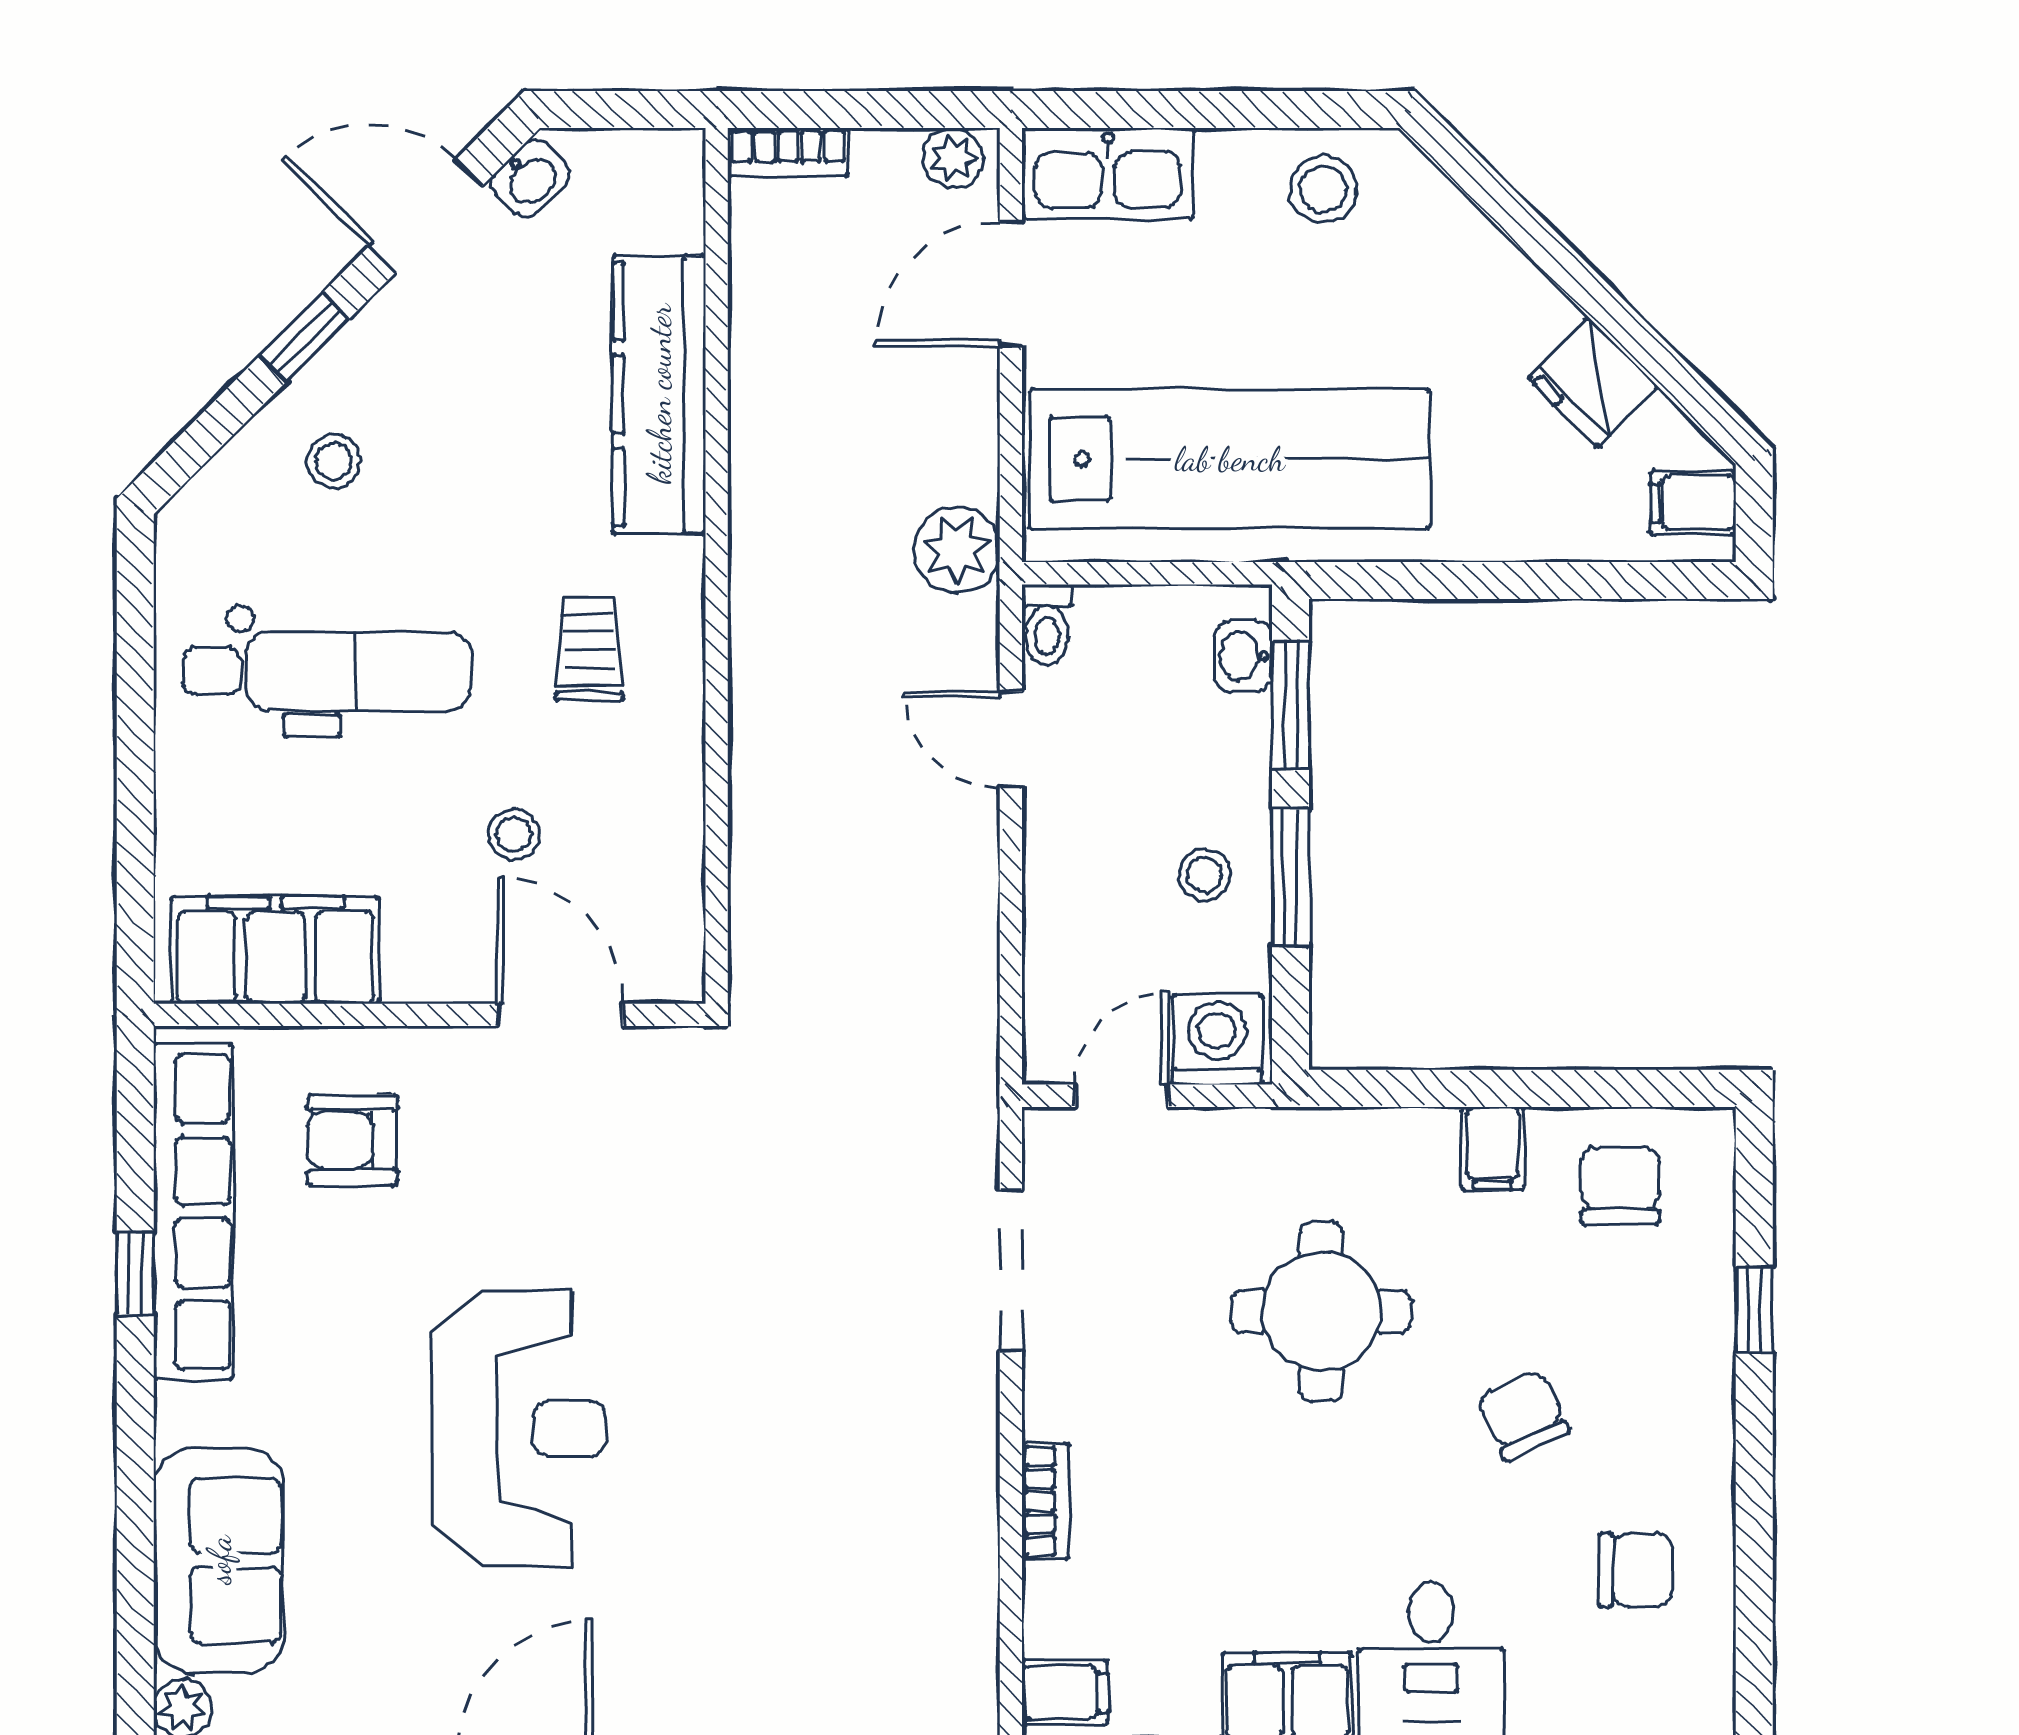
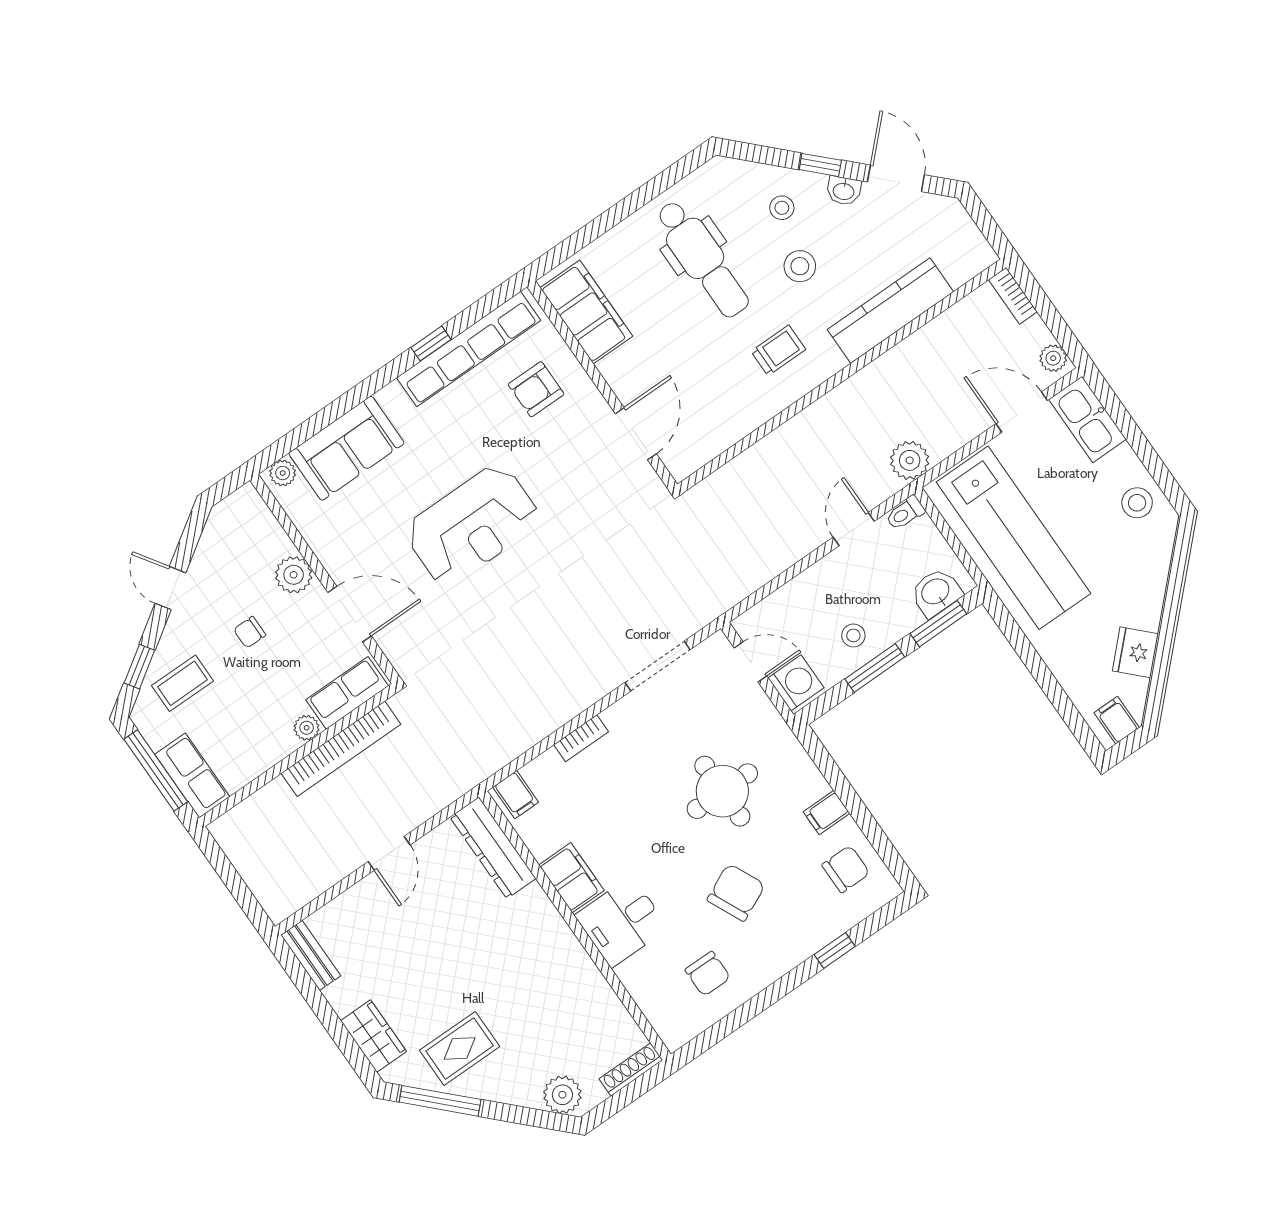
washbasin: (530, 178) -> (844, 191), moved
washbasin: (1243, 656) -> (936, 592), width x1.38, depth x1.45
stool: (514, 835) -> (800, 266), moved, width x1.37, depth x1.37
armchair: (352, 1140) -> (536, 389), turned -90
chair: (1523, 1415) -> (736, 892), width x1.37, depth x1.37

